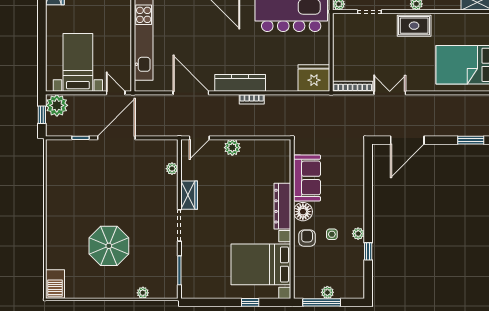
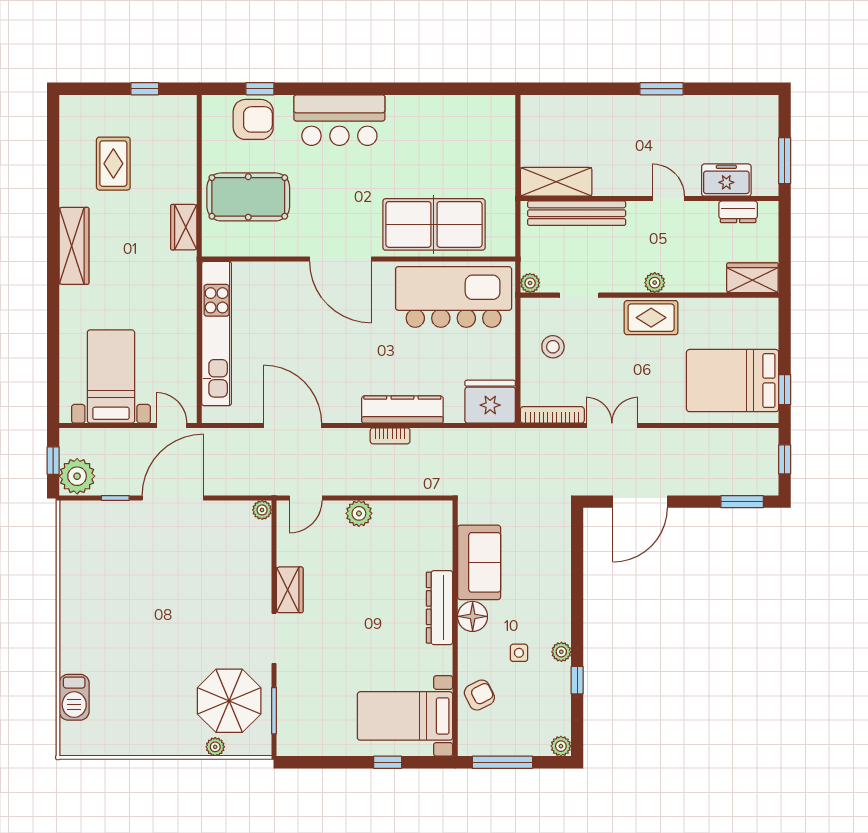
stool: (353, 44) -> (553, 347), added
kitchen counter: (240, 83) -> (402, 410), moved
plant: (57, 105) -> (77, 476), moved
plant: (172, 169) -> (262, 510), moved
armchair: (307, 238) -> (479, 695), moved, turned 63
parasol: (109, 246) -> (229, 701), moved
bed with nightstands: (261, 264) -> (405, 716), width x0.73
barbecue: (55, 284) -> (74, 697), moved
plant: (327, 292) -> (561, 746), moved

